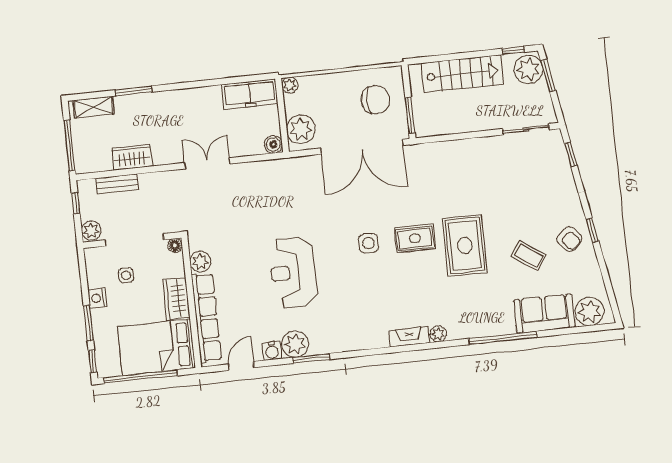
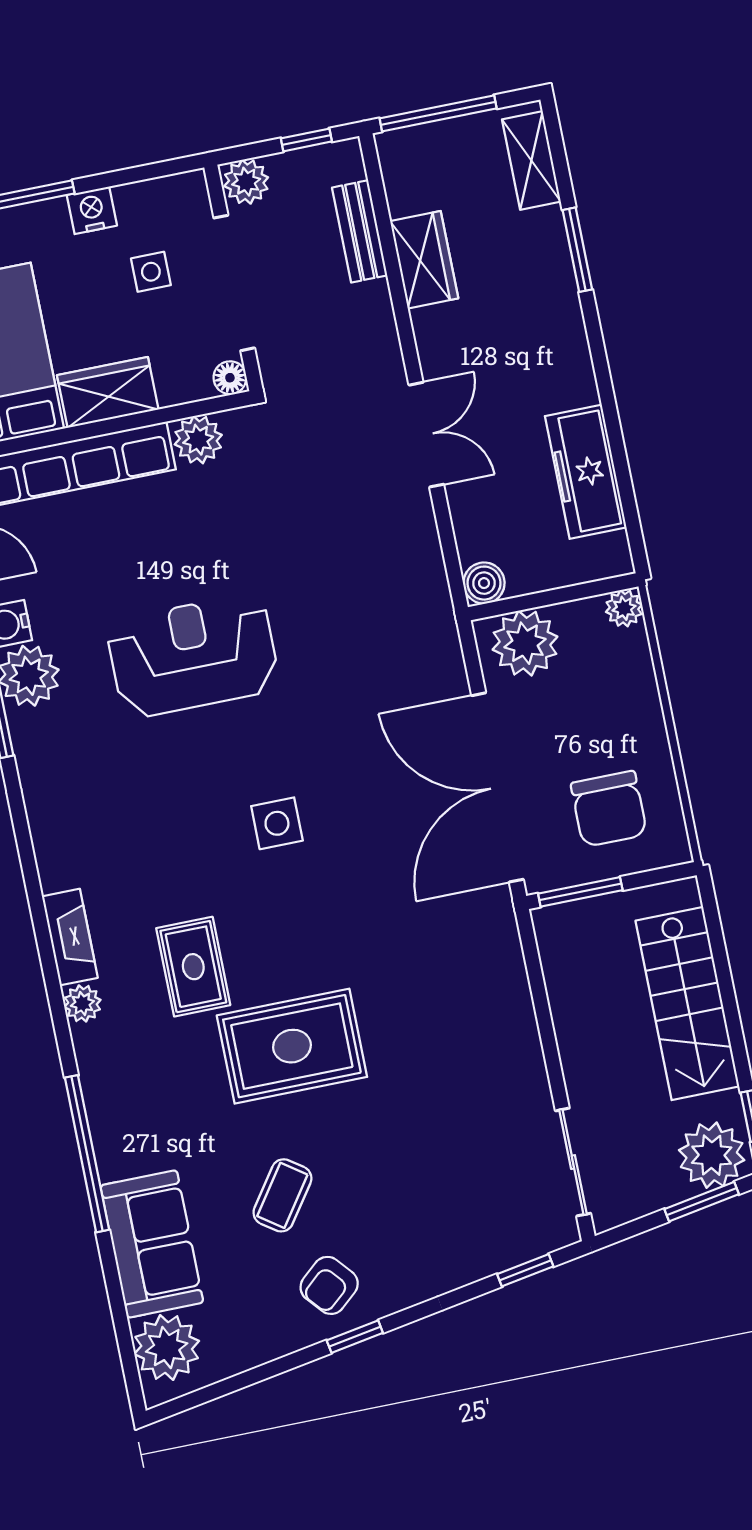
freezer: (250, 94) -> (586, 472), moved
rug: (415, 238) -> (193, 967), moved

